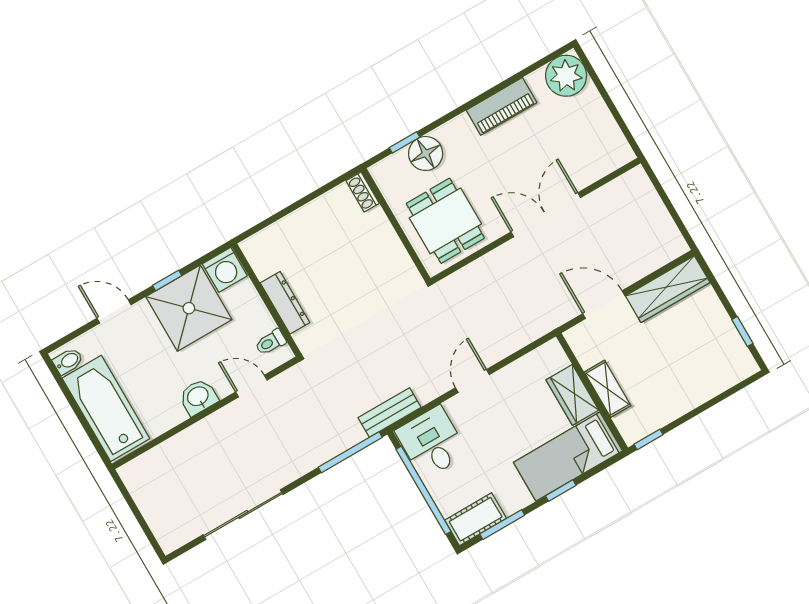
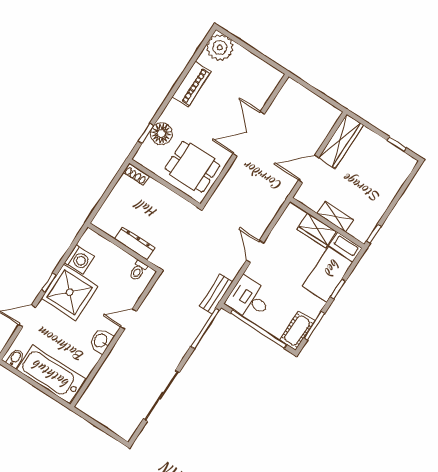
wall: (266, 300) -> (123, 247), moved
dresser: (285, 303) -> (135, 244), moved
toilet: (270, 342) -> (138, 271), moved

